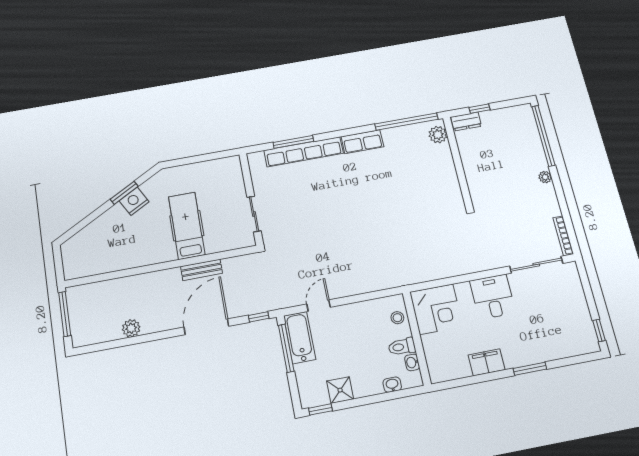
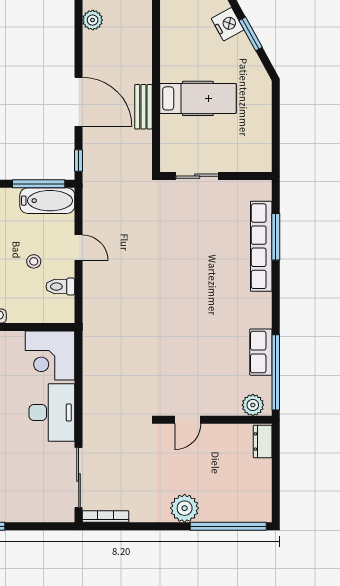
window: (480, 109) -> (276, 461), removed
row of seats: (362, 142) -> (261, 352), moved
plant: (545, 177) -> (185, 508), width x1.87, depth x1.87
door: (463, 184) -> (188, 420), added
nightstand: (134, 201) -> (228, 24), moved
desk: (493, 297) -> (52, 413), width x1.37
door: (319, 306) -> (79, 248), moved
stool: (397, 318) -> (34, 261), moved
toilet: (402, 347) -> (60, 287), moved, turned -90

